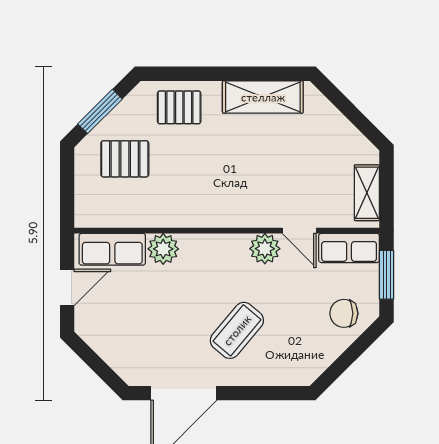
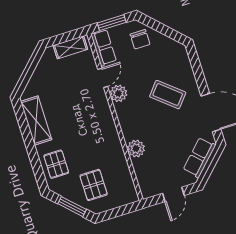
row of seats: (112, 249) -> (199, 157), moved, turned -135
door: (67, 287) -> (173, 194), swing flipped

